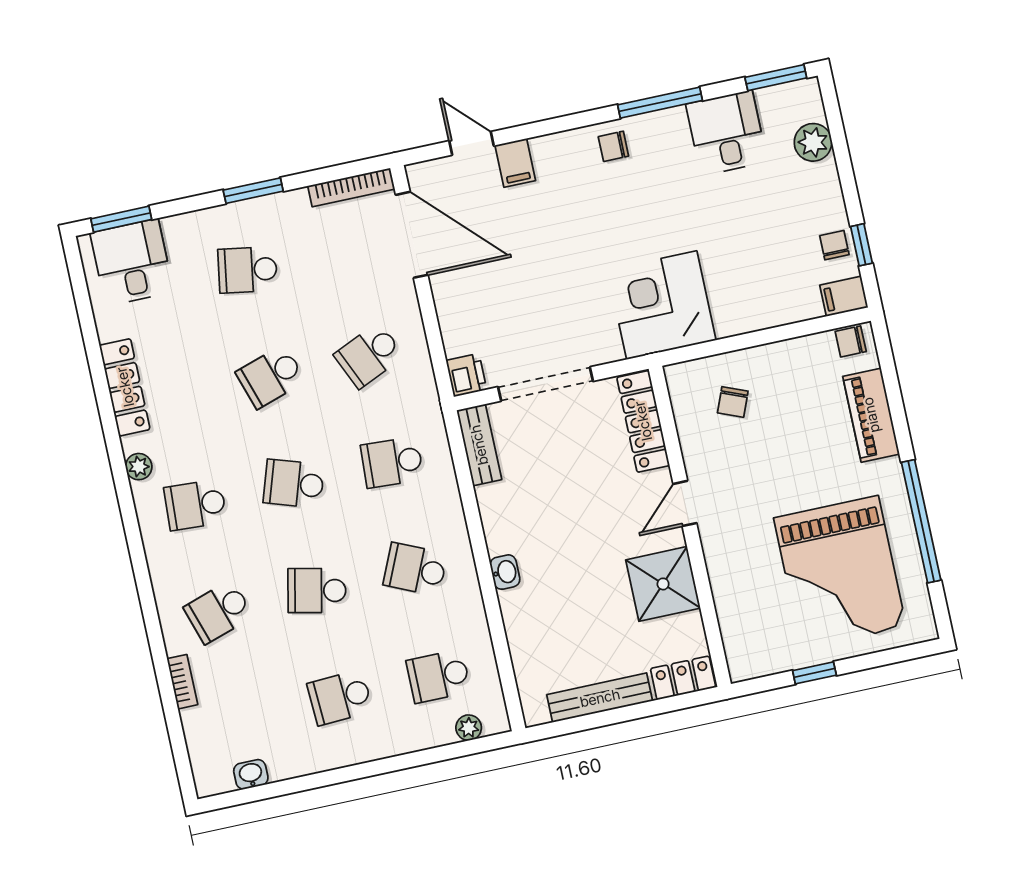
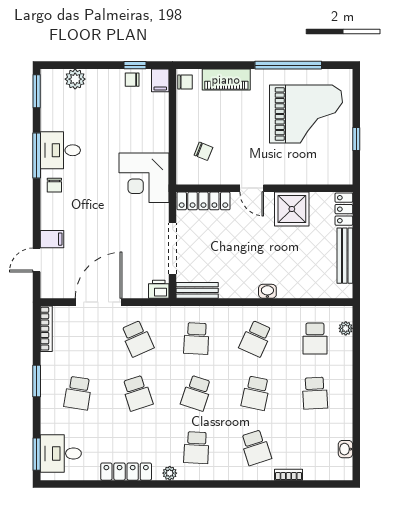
desk: (727, 133) -> (60, 150), moved
door: (412, 235) -> (99, 302), moved
chair: (851, 341) -> (185, 82), turned -90

